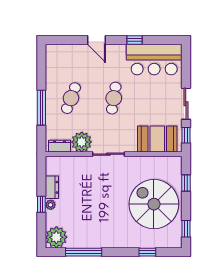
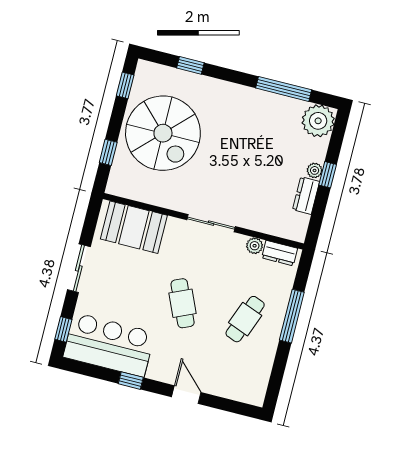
cafe table: (114, 98) -> (183, 303), turned -33
window: (186, 135) -> (63, 329), moved
plant: (82, 142) -> (255, 246), width x0.53, depth x0.53

